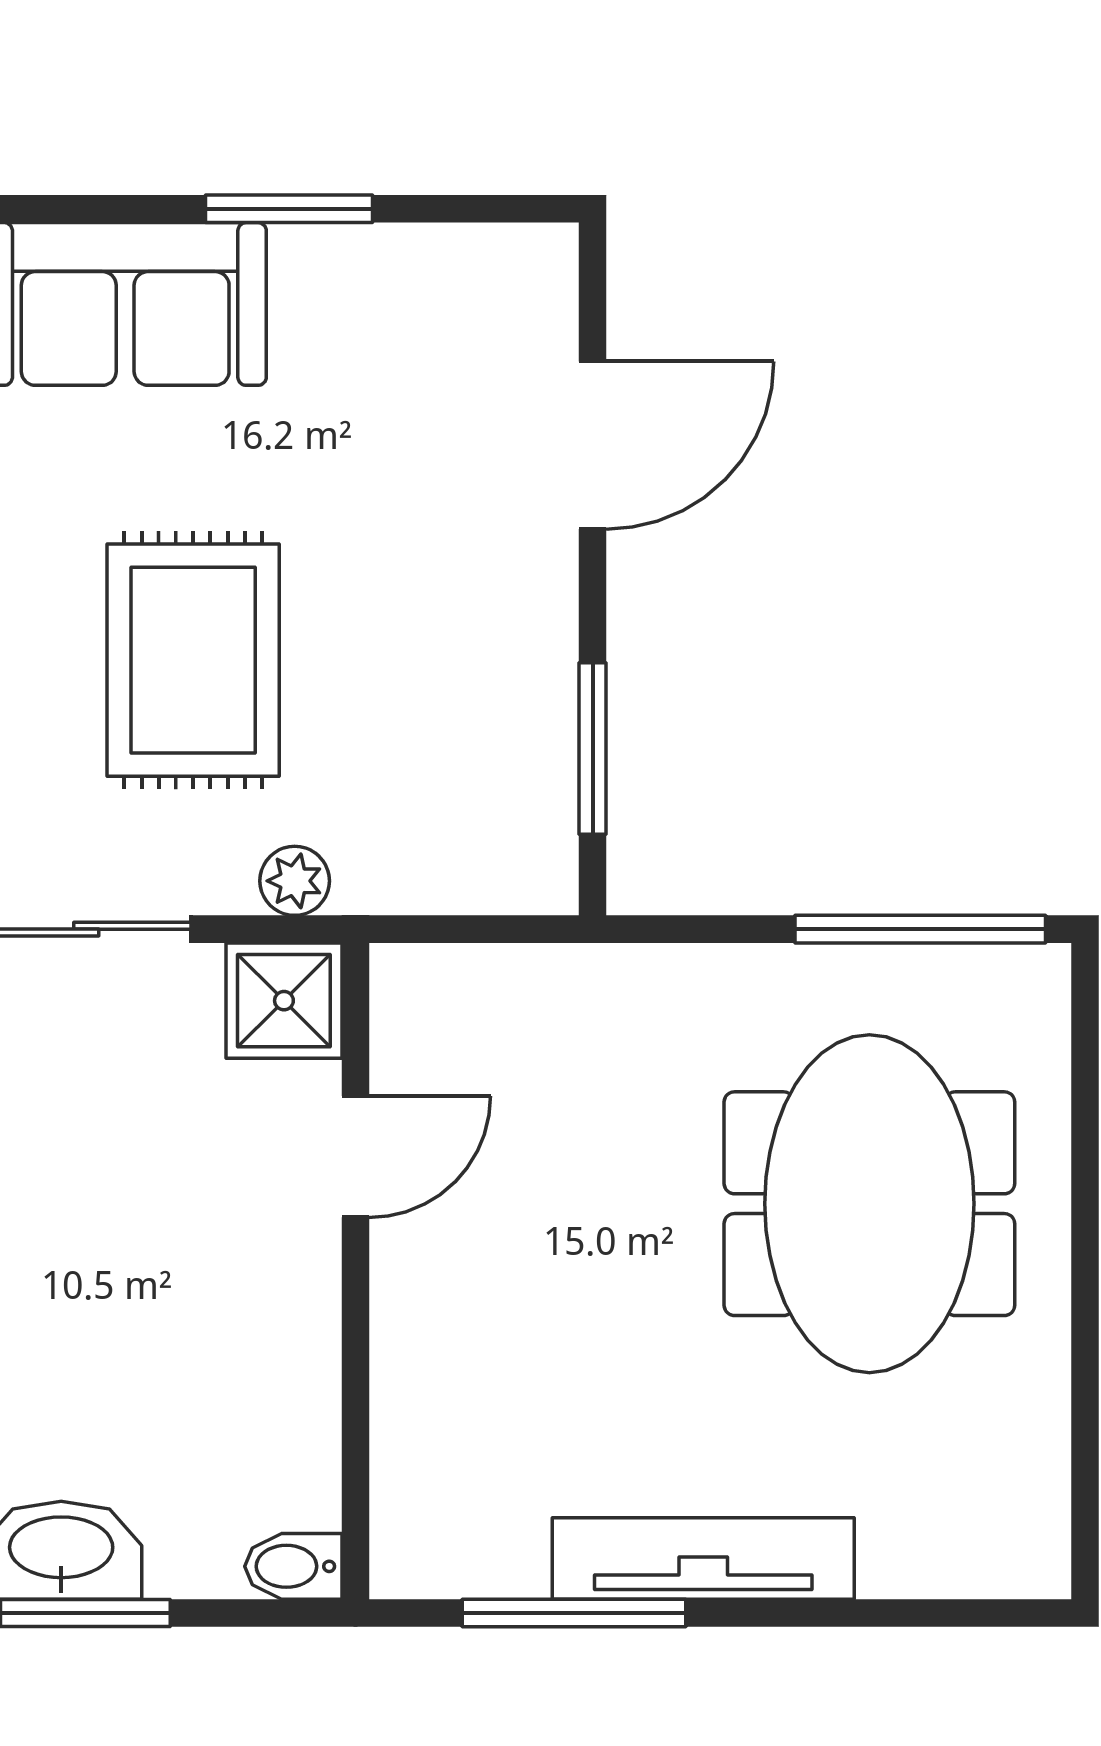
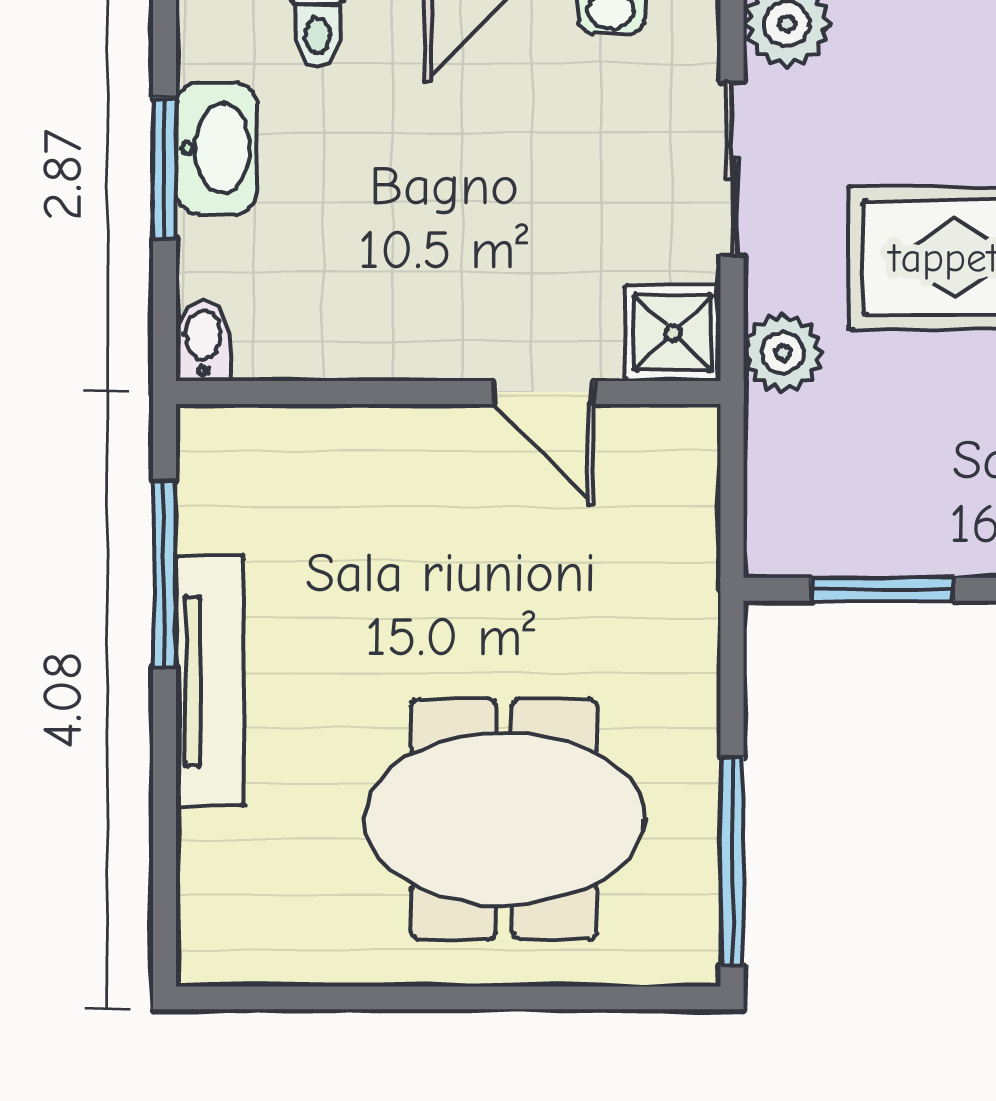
plant: (295, 881) -> (783, 353), width x1.38, depth x1.38

